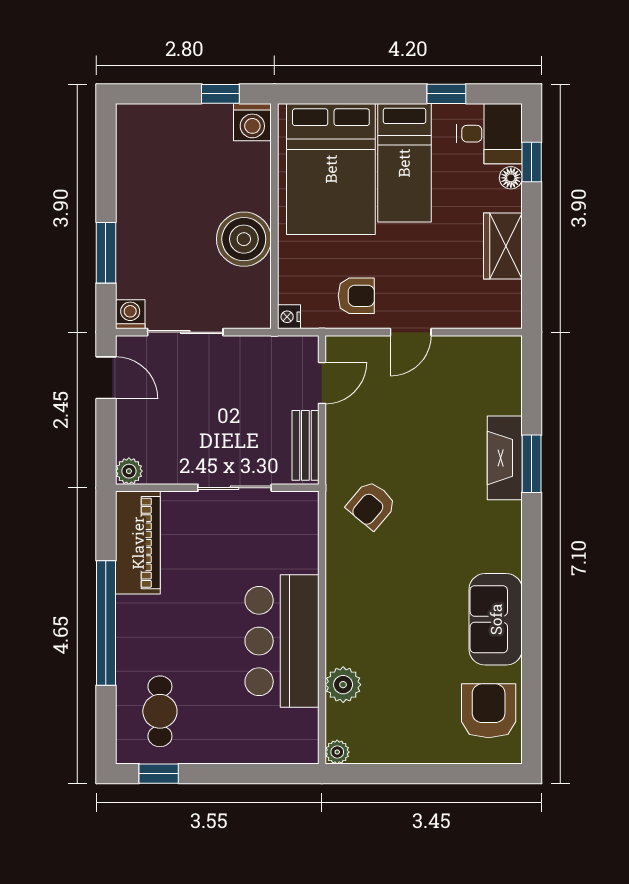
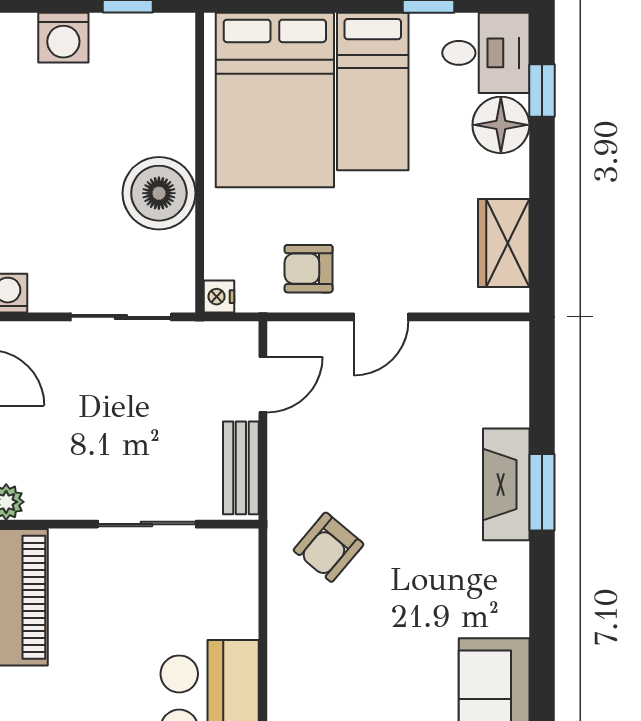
washing machine: (252, 122) -> (63, 38), moved
floor lamp: (511, 178) -> (501, 125), width x1.89, depth x1.89
wardrobe: (503, 246) -> (504, 243), moved
armchair: (356, 296) -> (309, 269), turned 180
sliding door: (185, 332) -> (121, 317), moved

